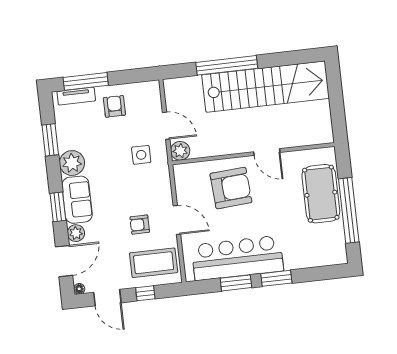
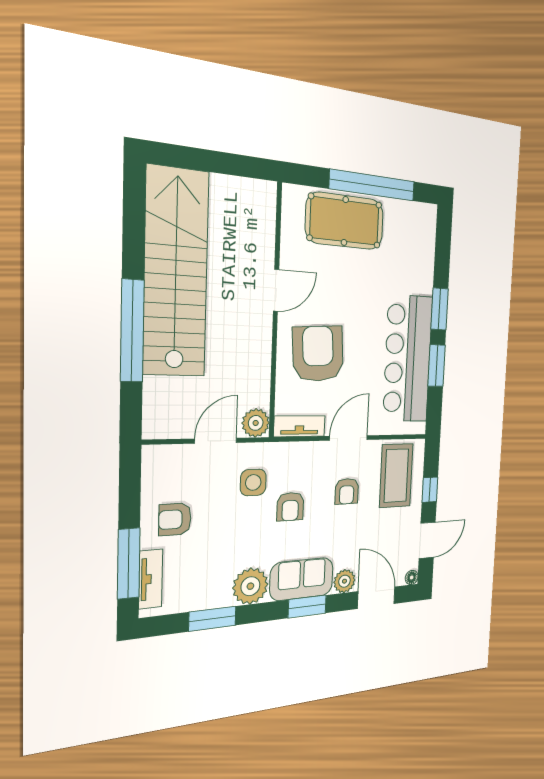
tv unit: (181, 182) -> (300, 426), added
armchair: (127, 184) -> (290, 507), added

